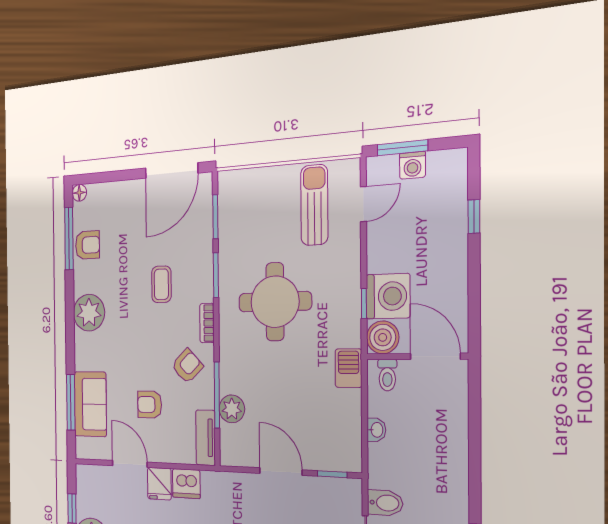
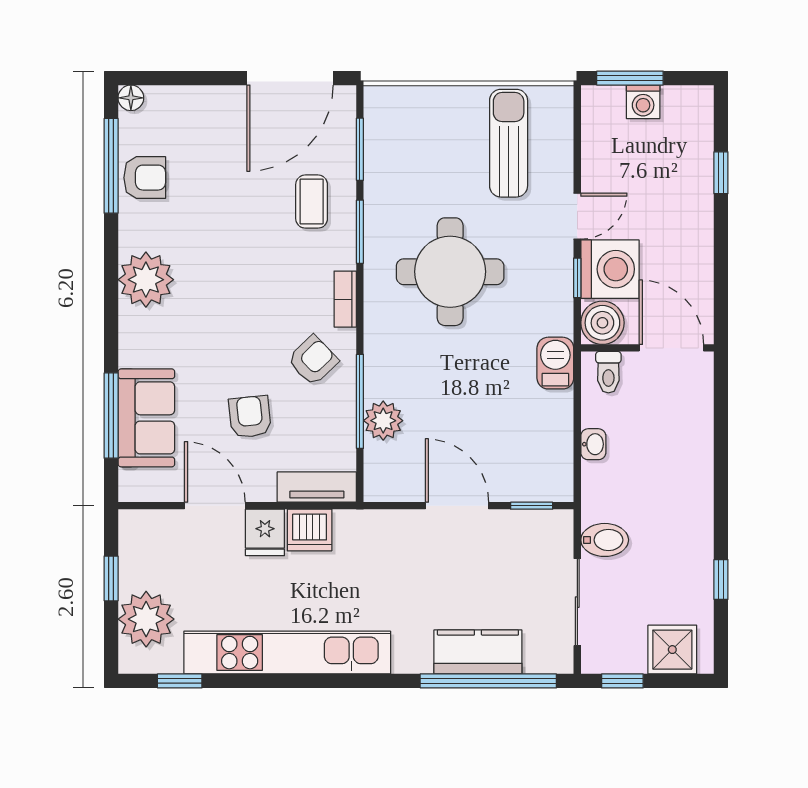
door: (363, 204) -> (577, 216), moved
coffee table: (161, 284) -> (312, 202), moved
armchair: (150, 405) -> (250, 417), turned 84
tv unit: (205, 438) -> (317, 487), moved, turned 90

